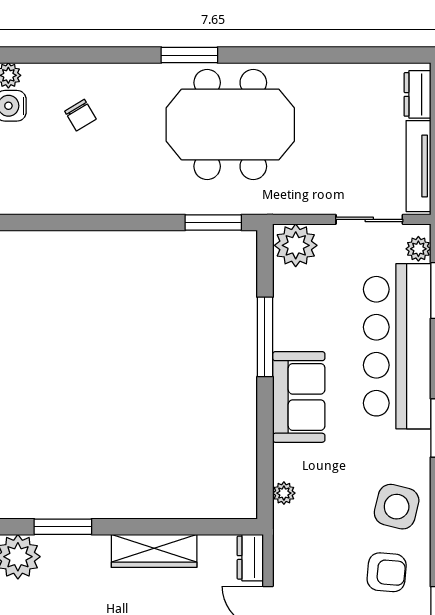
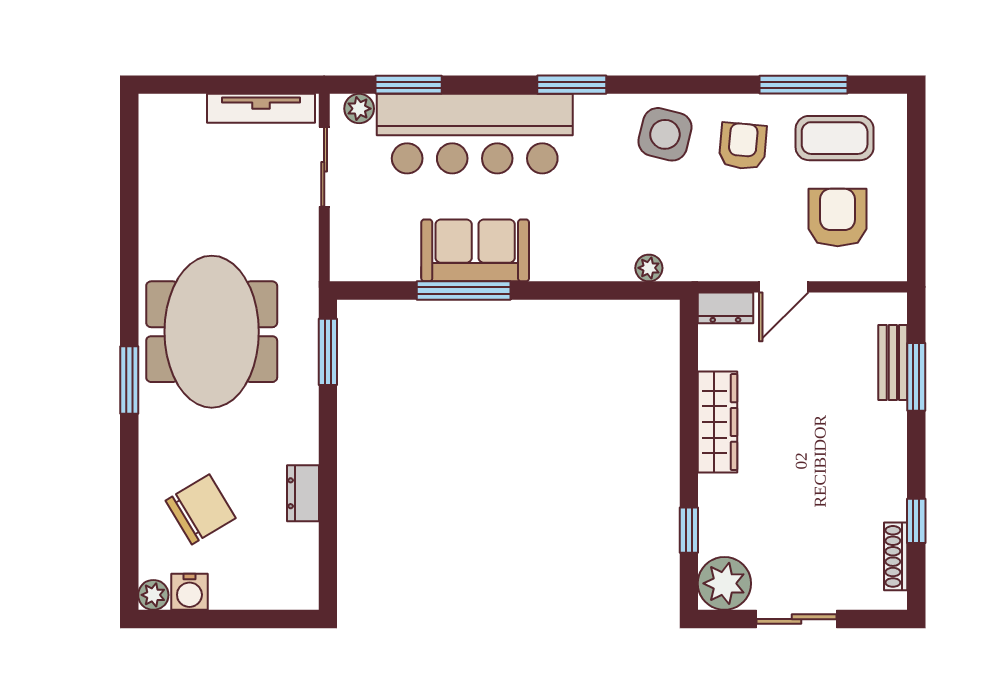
dresser: (417, 94) -> (303, 493), moved, turned 90
chair: (80, 115) -> (201, 509), width x1.87, depth x1.87
plant: (296, 245) -> (355, 254), removed
sofa: (299, 397) -> (475, 250), moved
window: (63, 527) -> (689, 530), width x0.67

